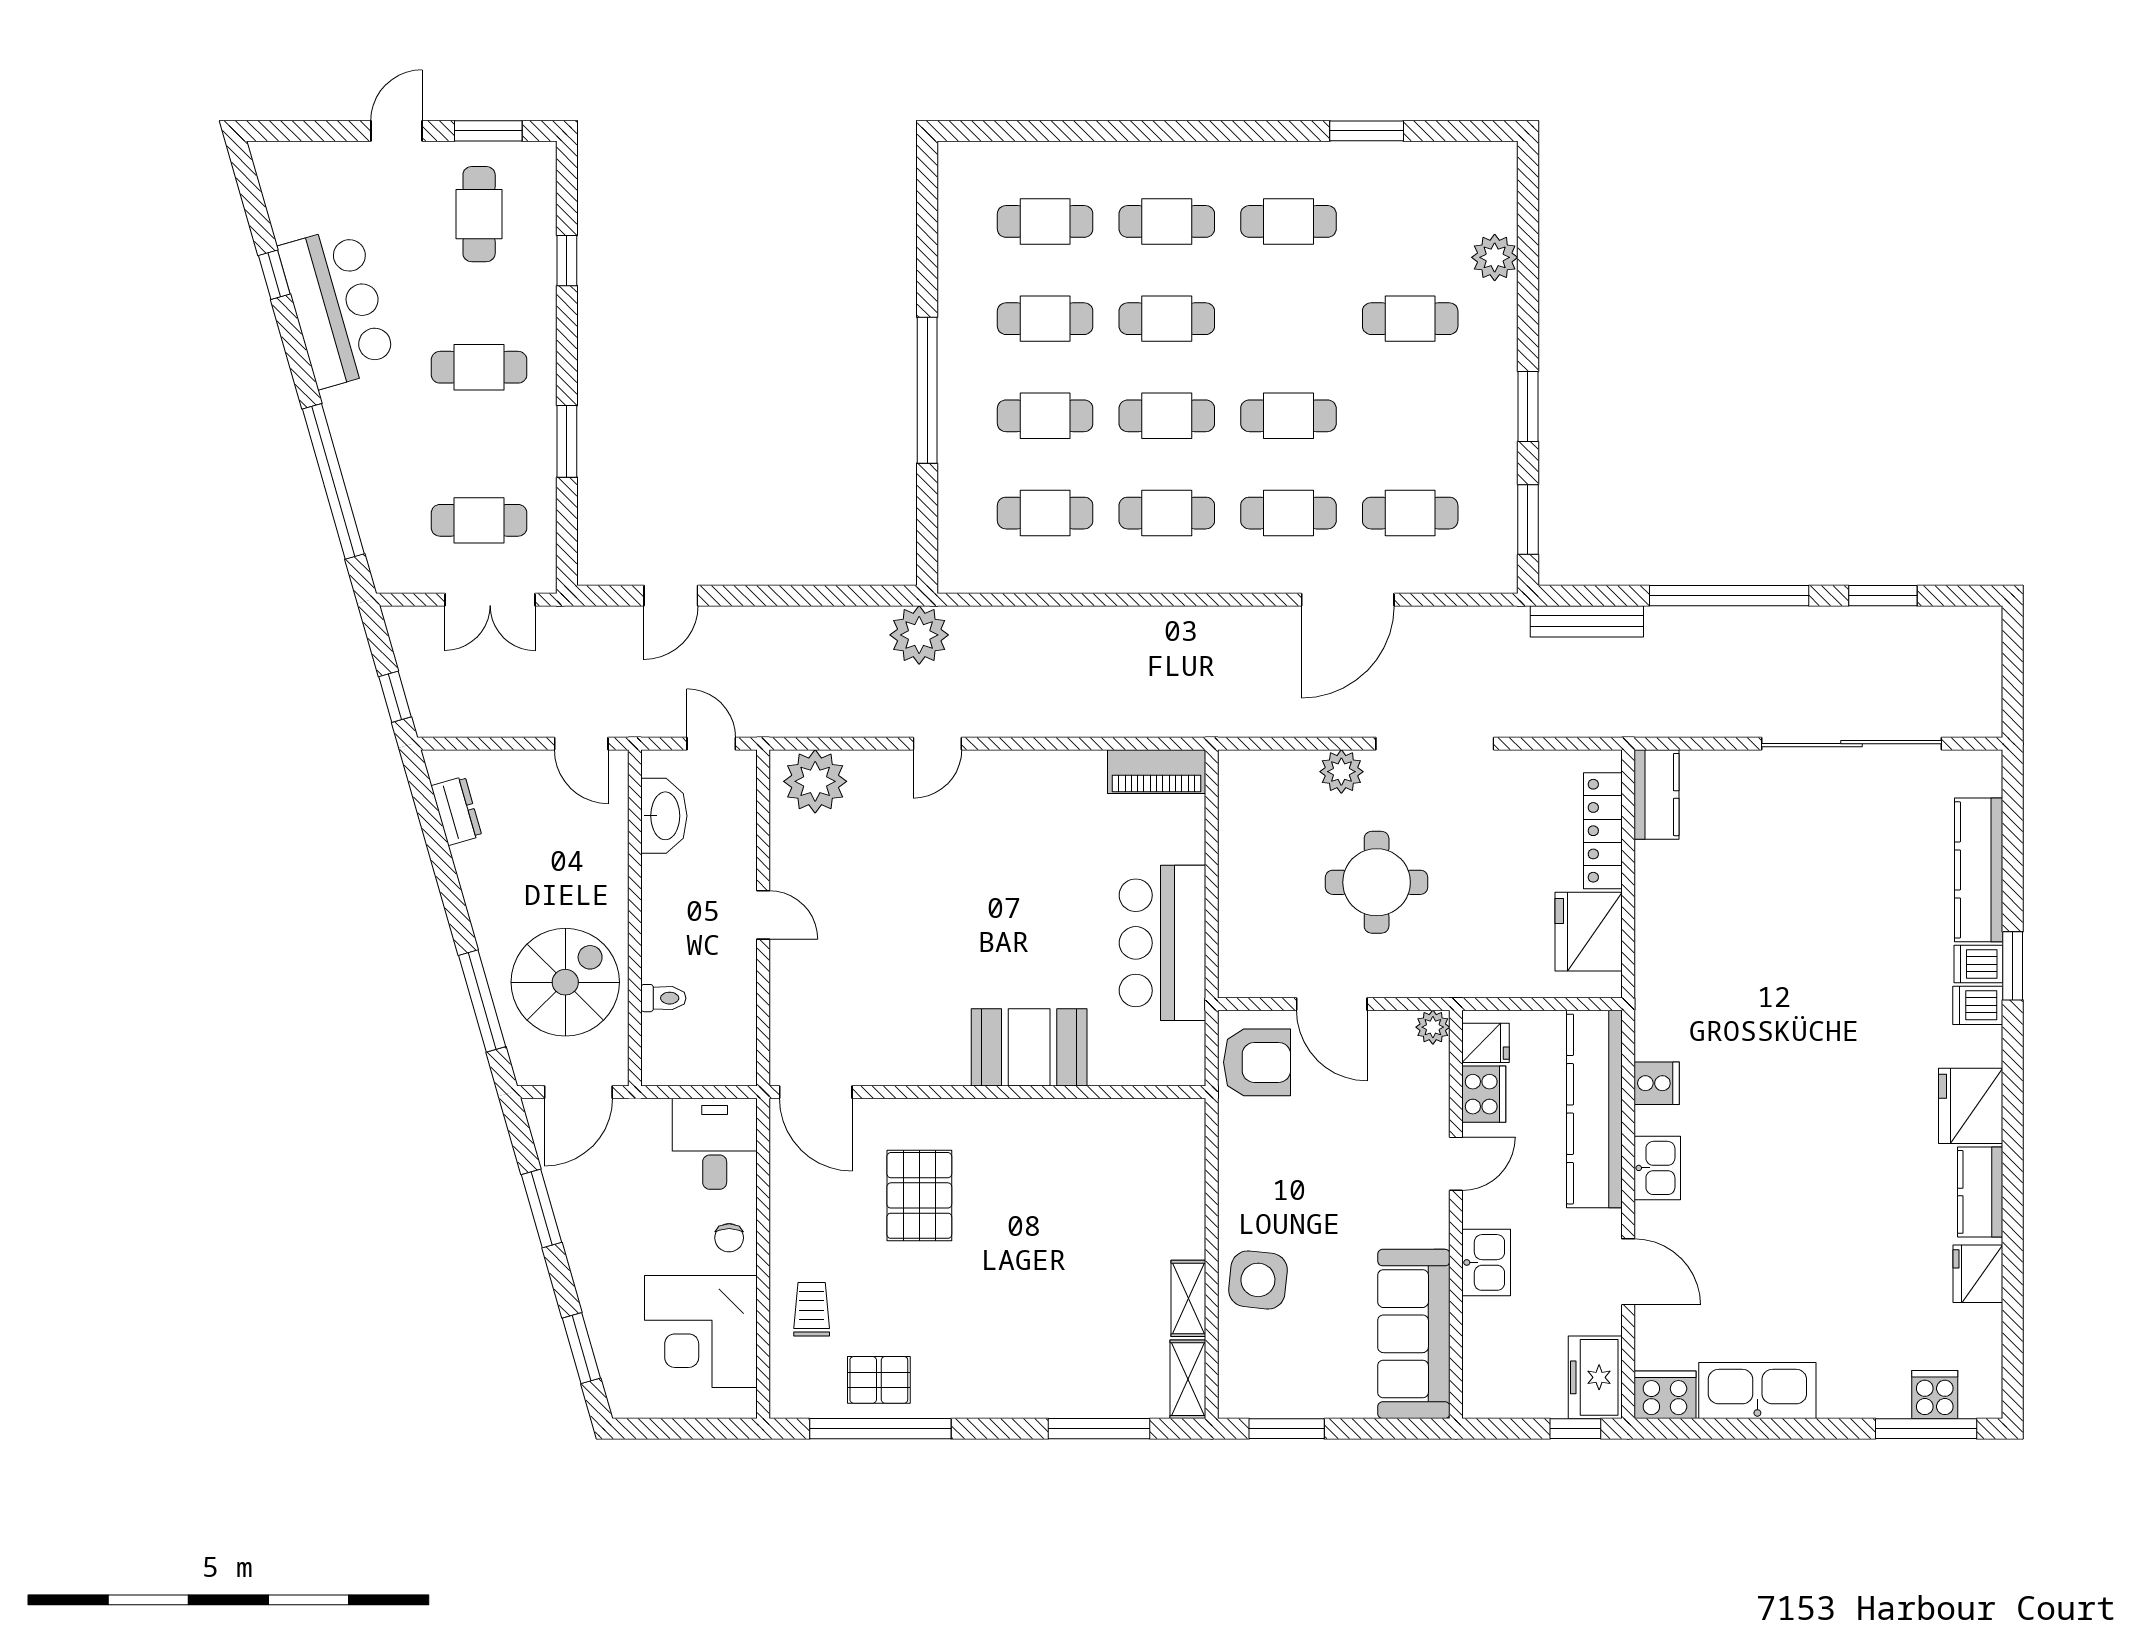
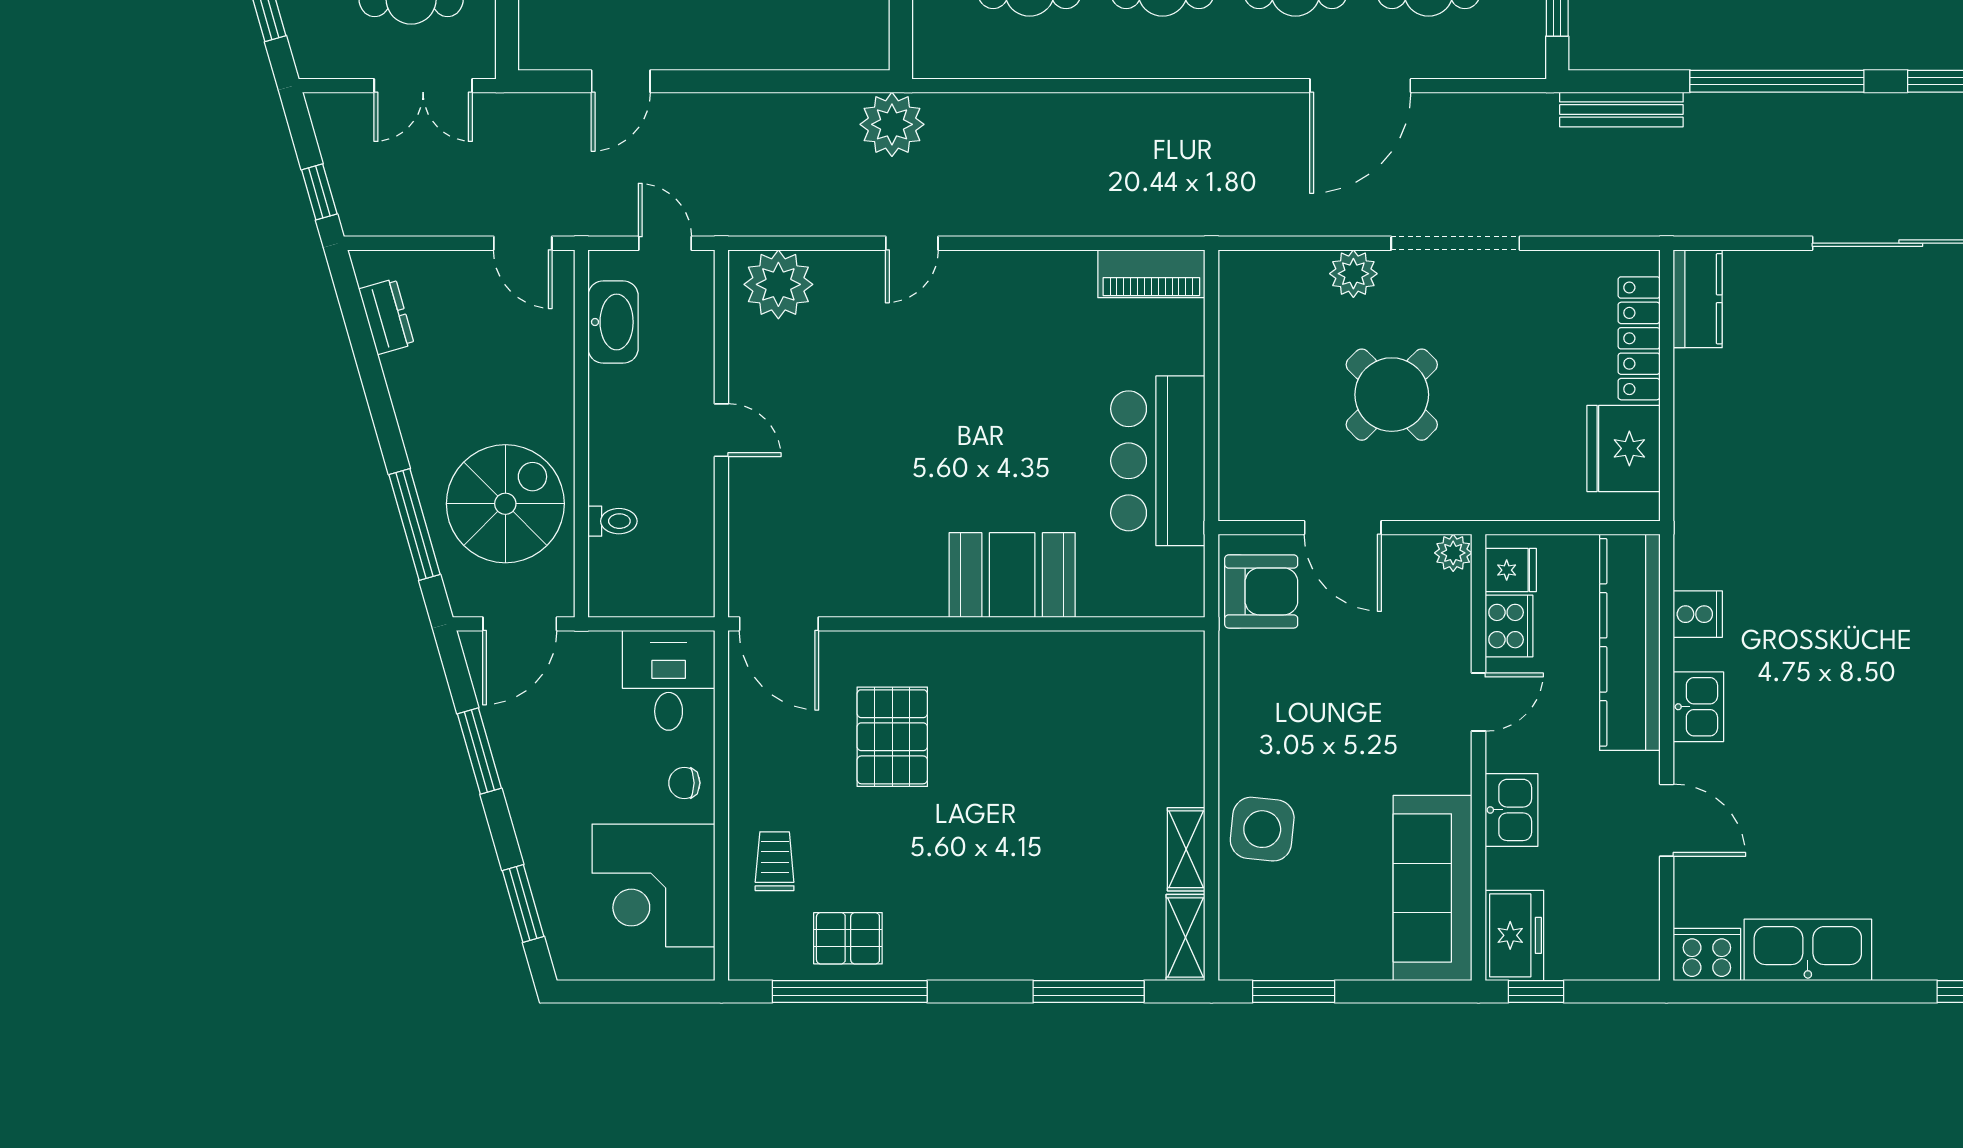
round table: (1377, 882) -> (1392, 395), turned 45
chair: (729, 1238) -> (684, 783), turned 90
freezer: (1595, 1377) -> (1514, 935), moved, turned 180
window: (1575, 1429) -> (1536, 991), moved

